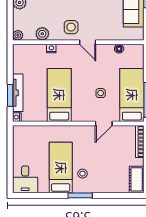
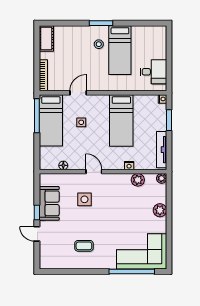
side table: (71, 27) -> (84, 199), moved
tv unit: (18, 93) -> (162, 150), moved
desk: (25, 179) -> (153, 72), moved, turned 90

